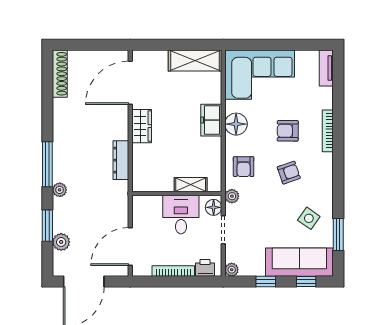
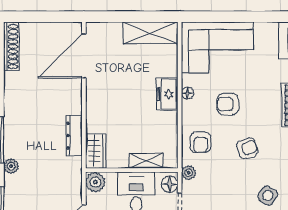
floor lamp: (236, 124) -> (188, 93), width x0.53, depth x0.53
wardrobe: (142, 126) -> (96, 151), moved
armchair: (288, 131) -> (228, 104), moved
plant: (141, 205) -> (95, 182), added

